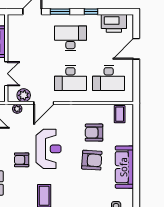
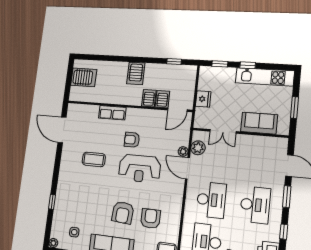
desk: (70, 78) -> (211, 200), turned 180
plant: (17, 109) -> (183, 151), moved
armchair: (22, 160) -> (132, 140), turned -90

